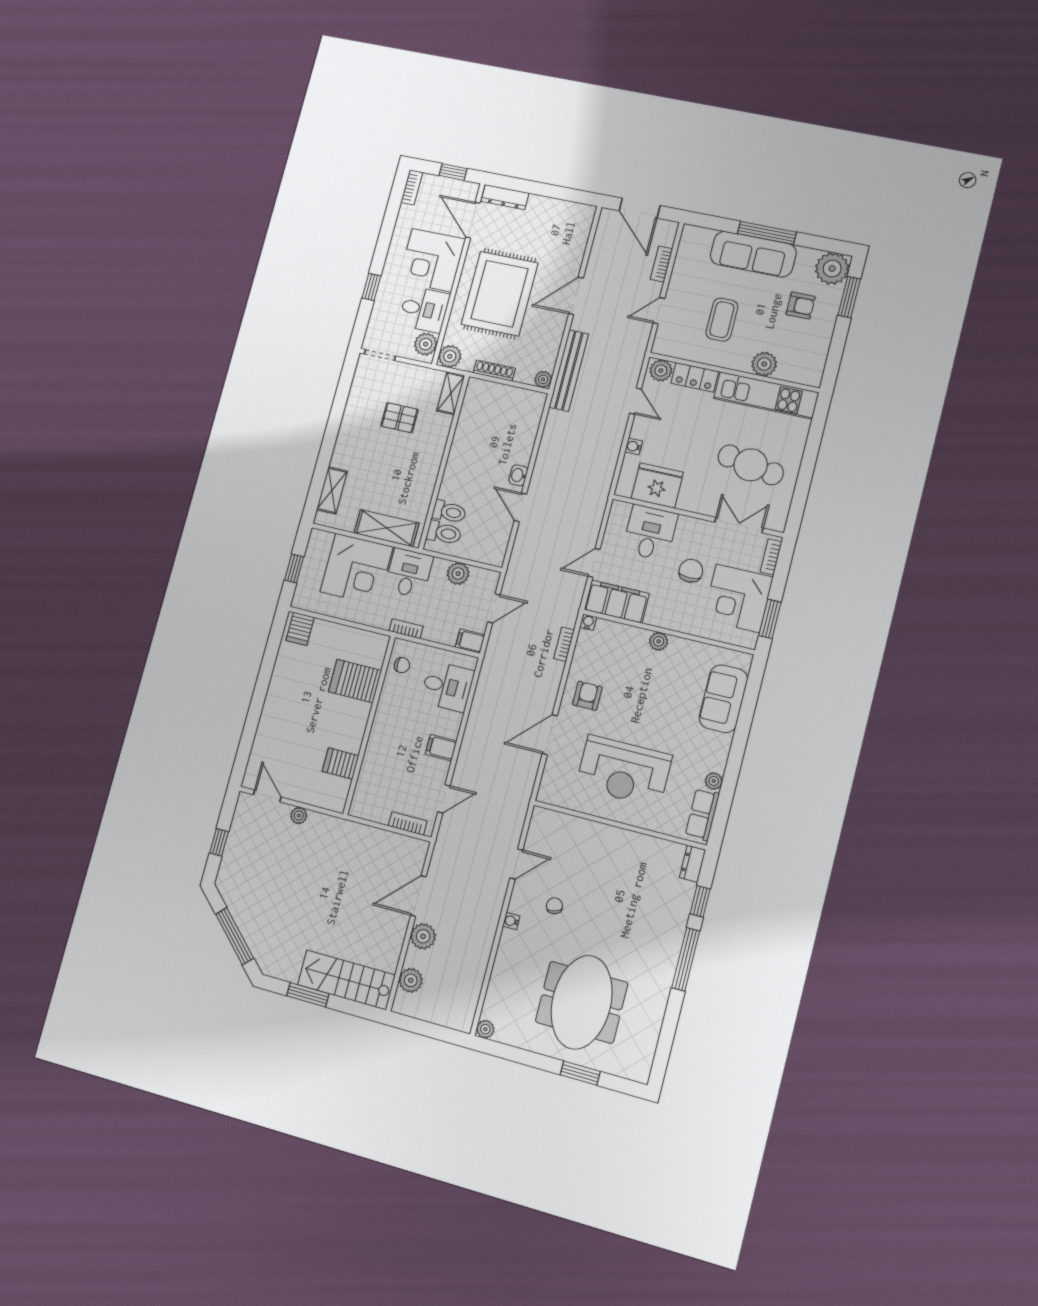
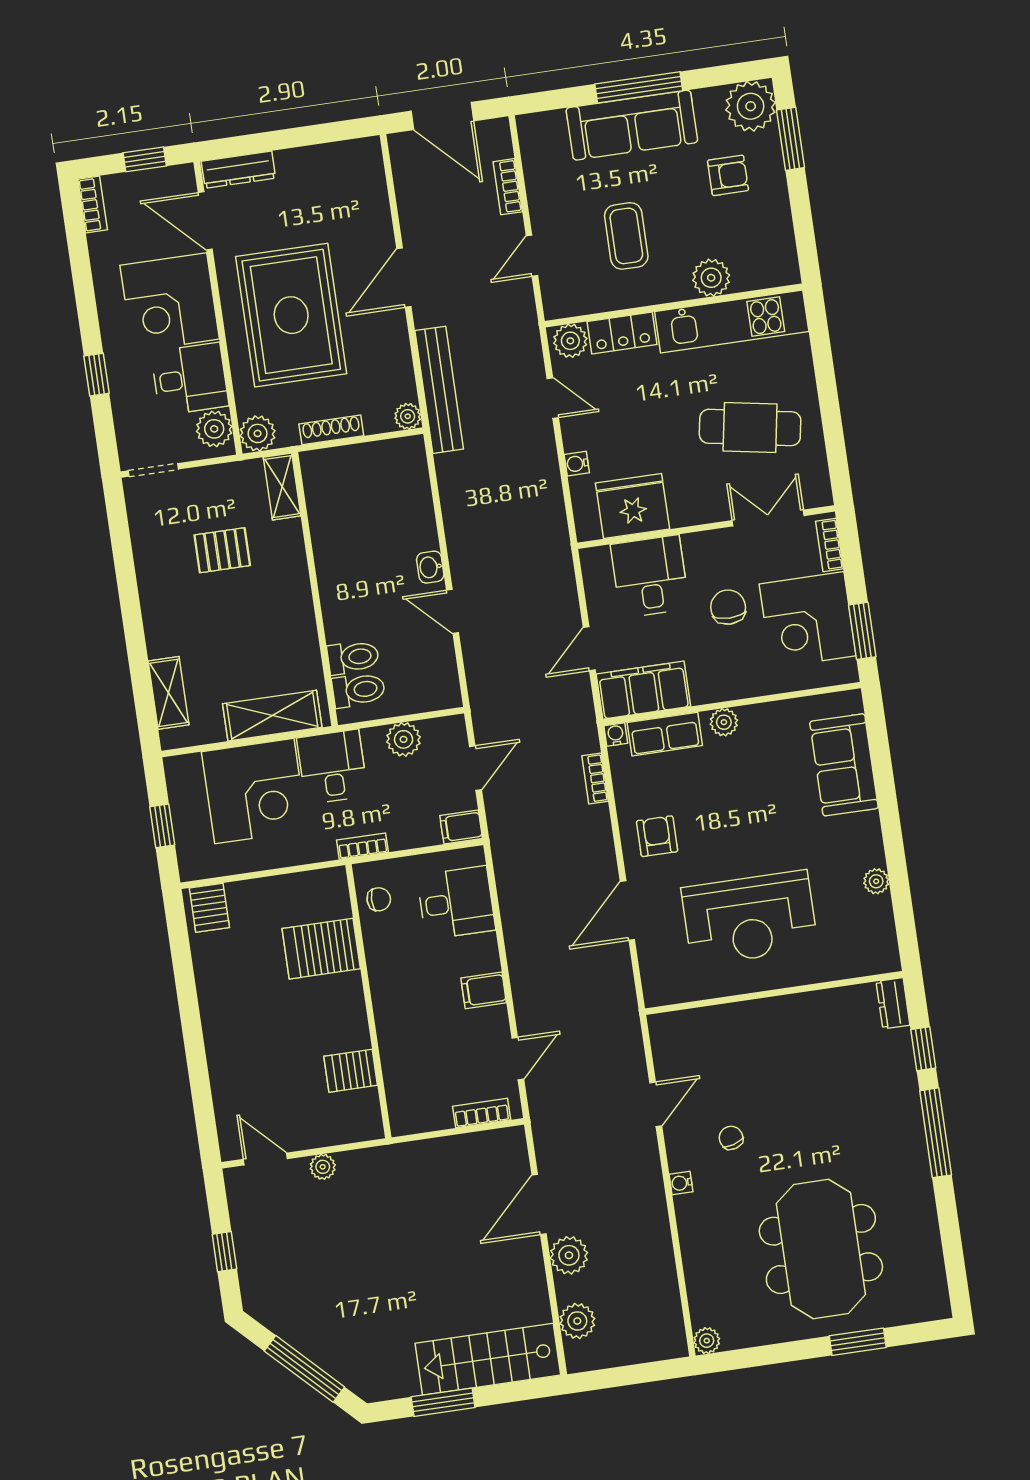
row of seats: (702, 814) -> (665, 734), moved, turned -90

